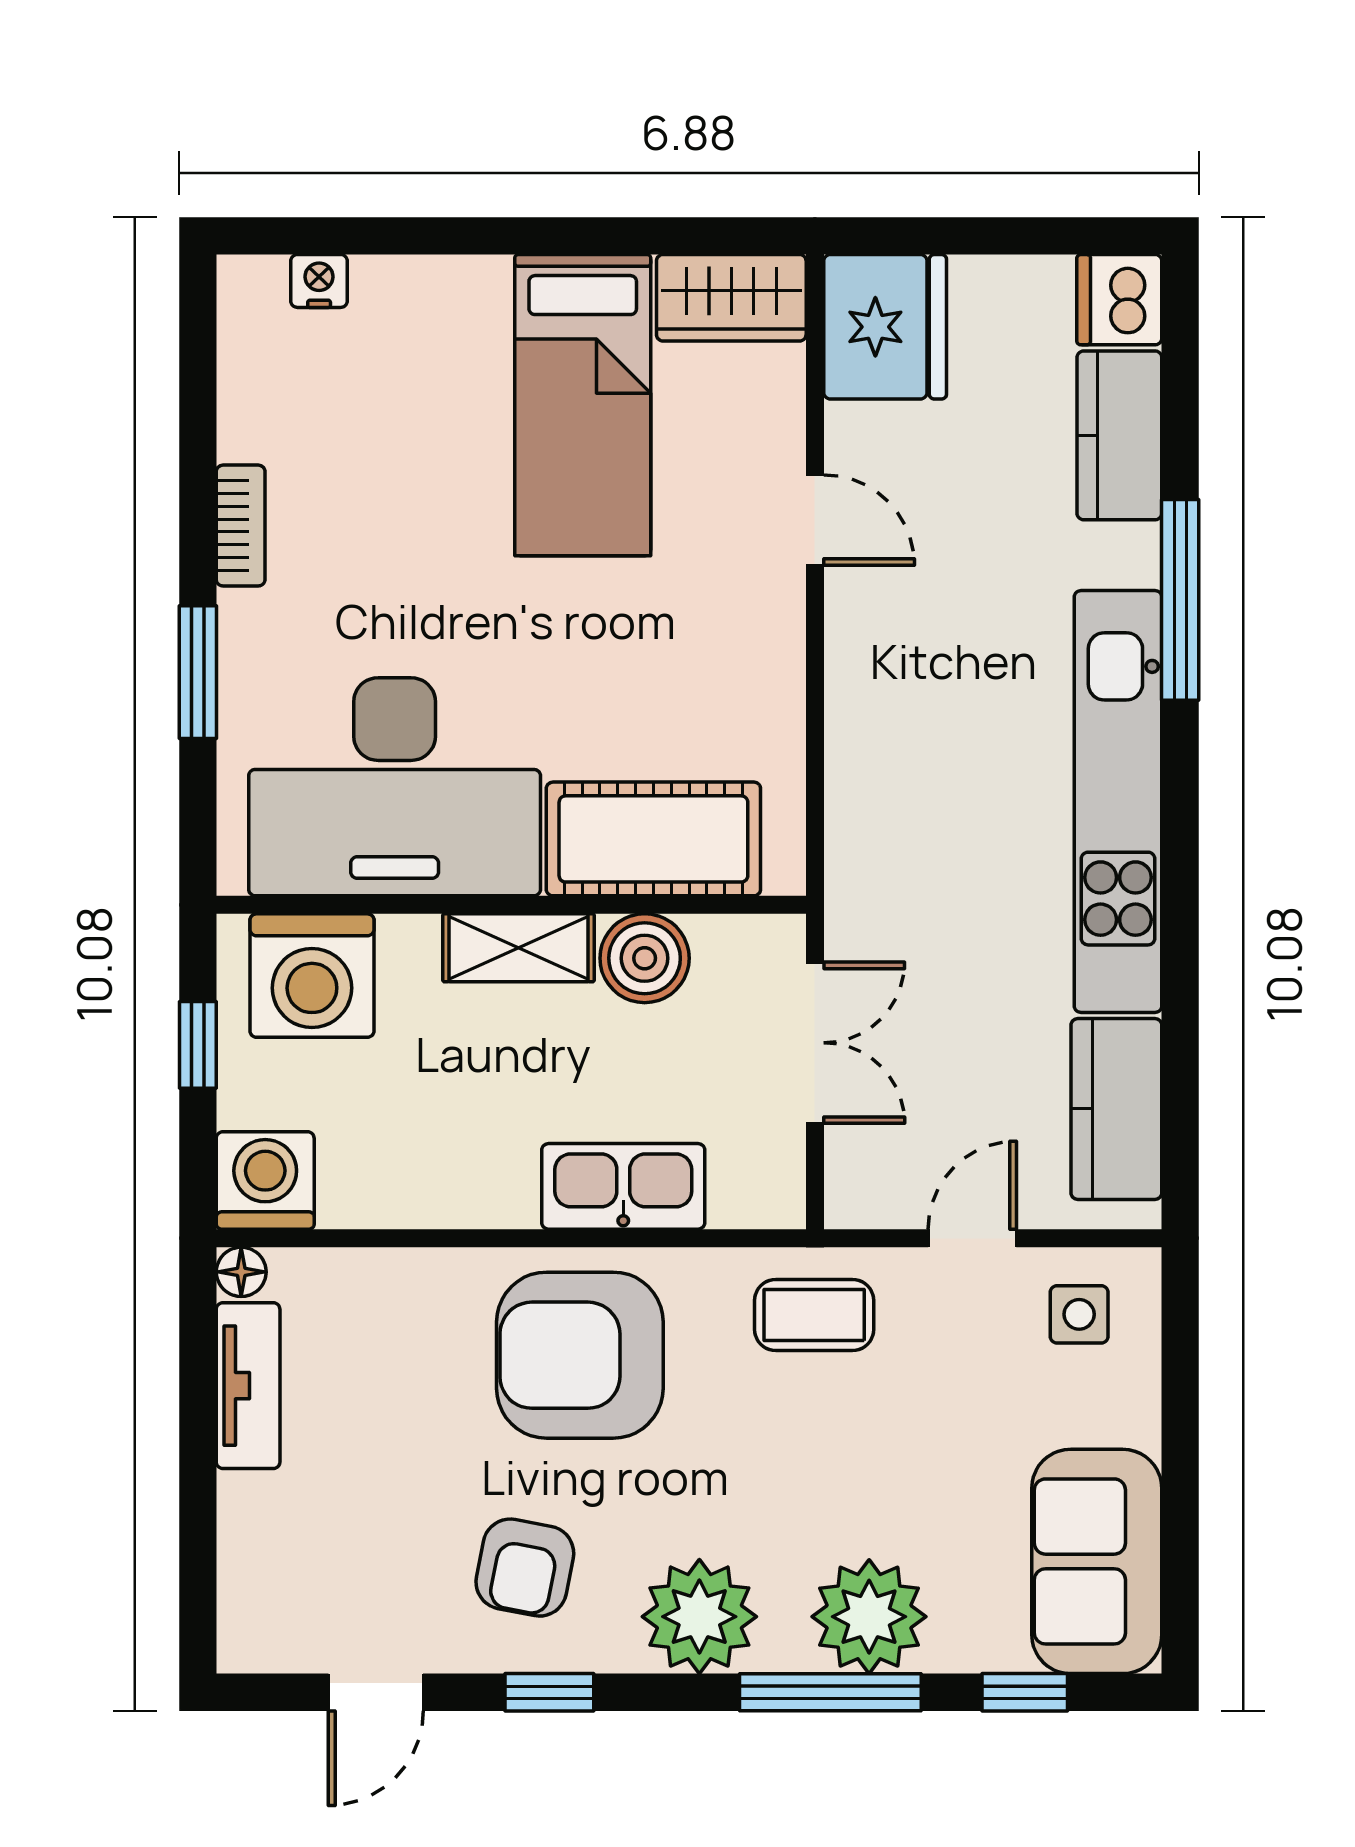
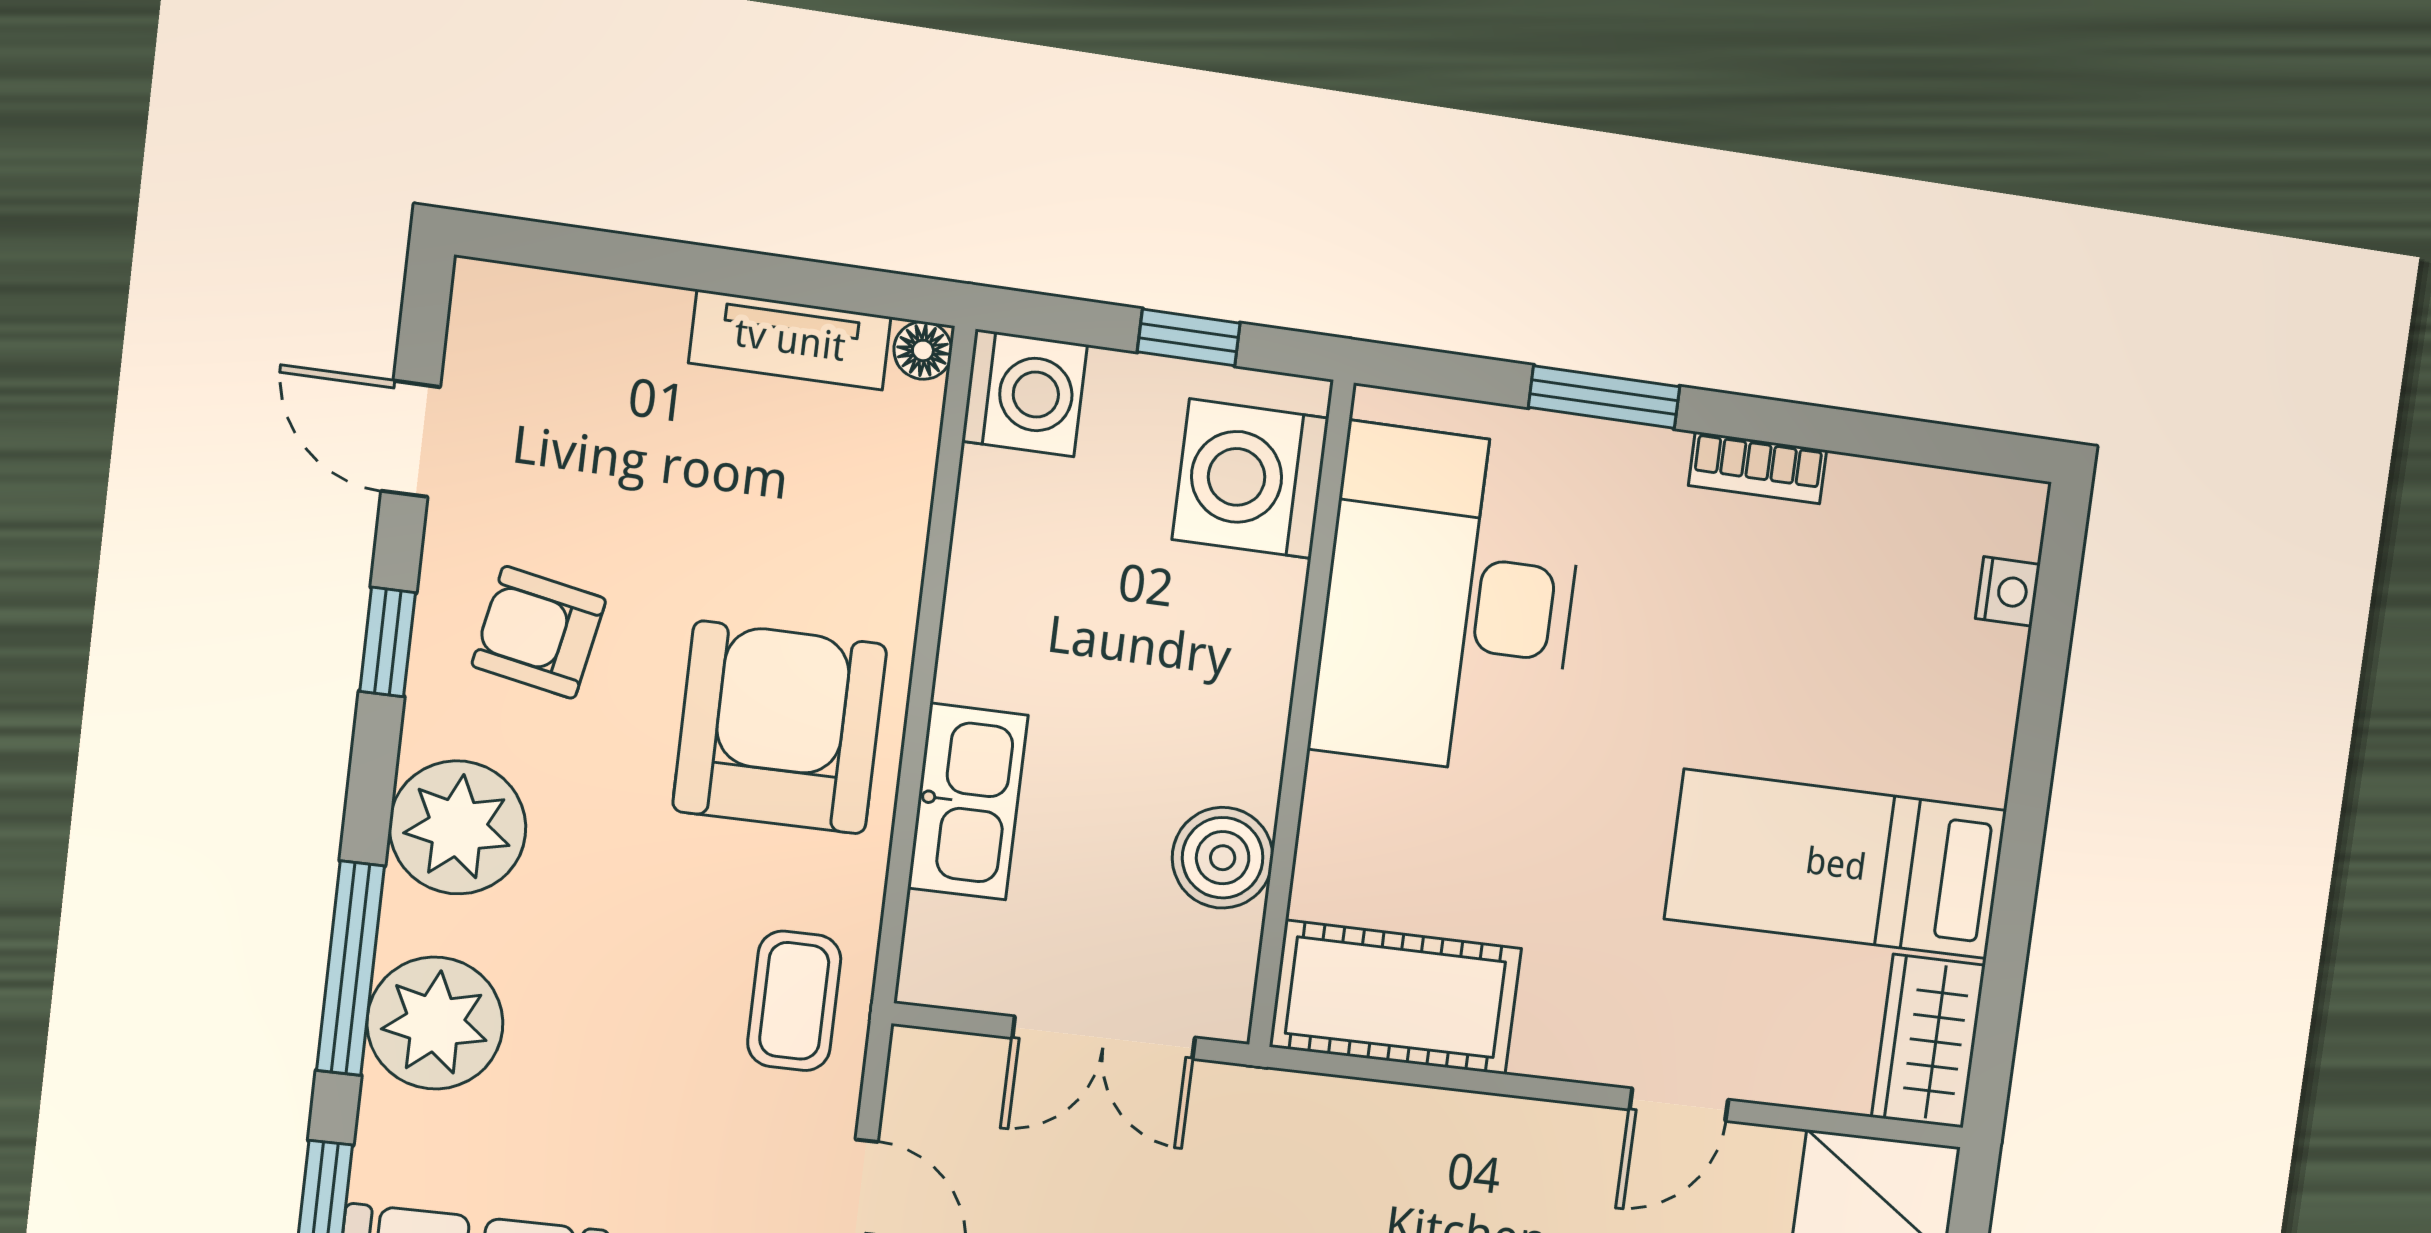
cot: (653, 839) -> (1396, 997), moved, turned 90
shelving: (518, 948) -> (1252, 717), removed

